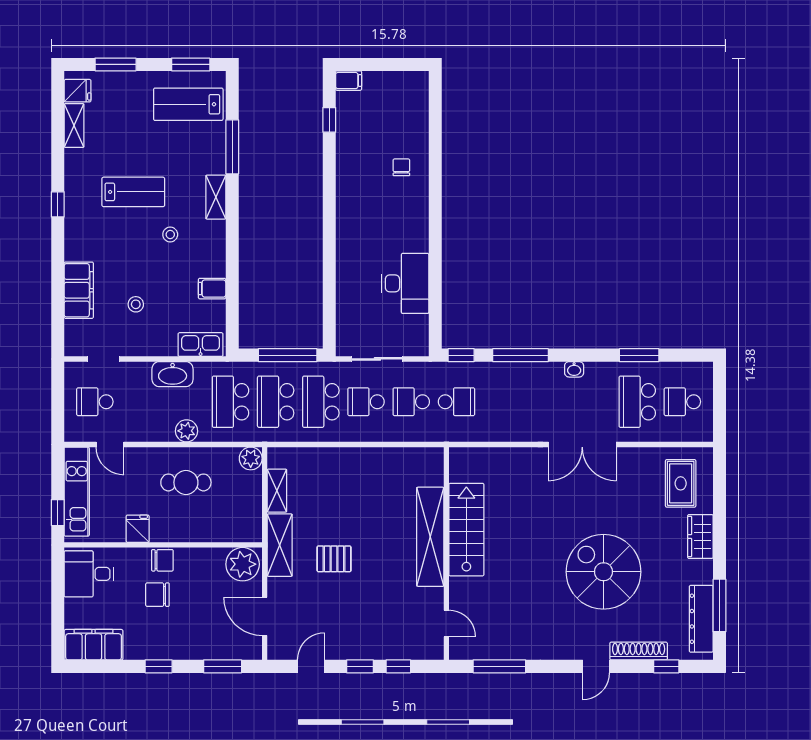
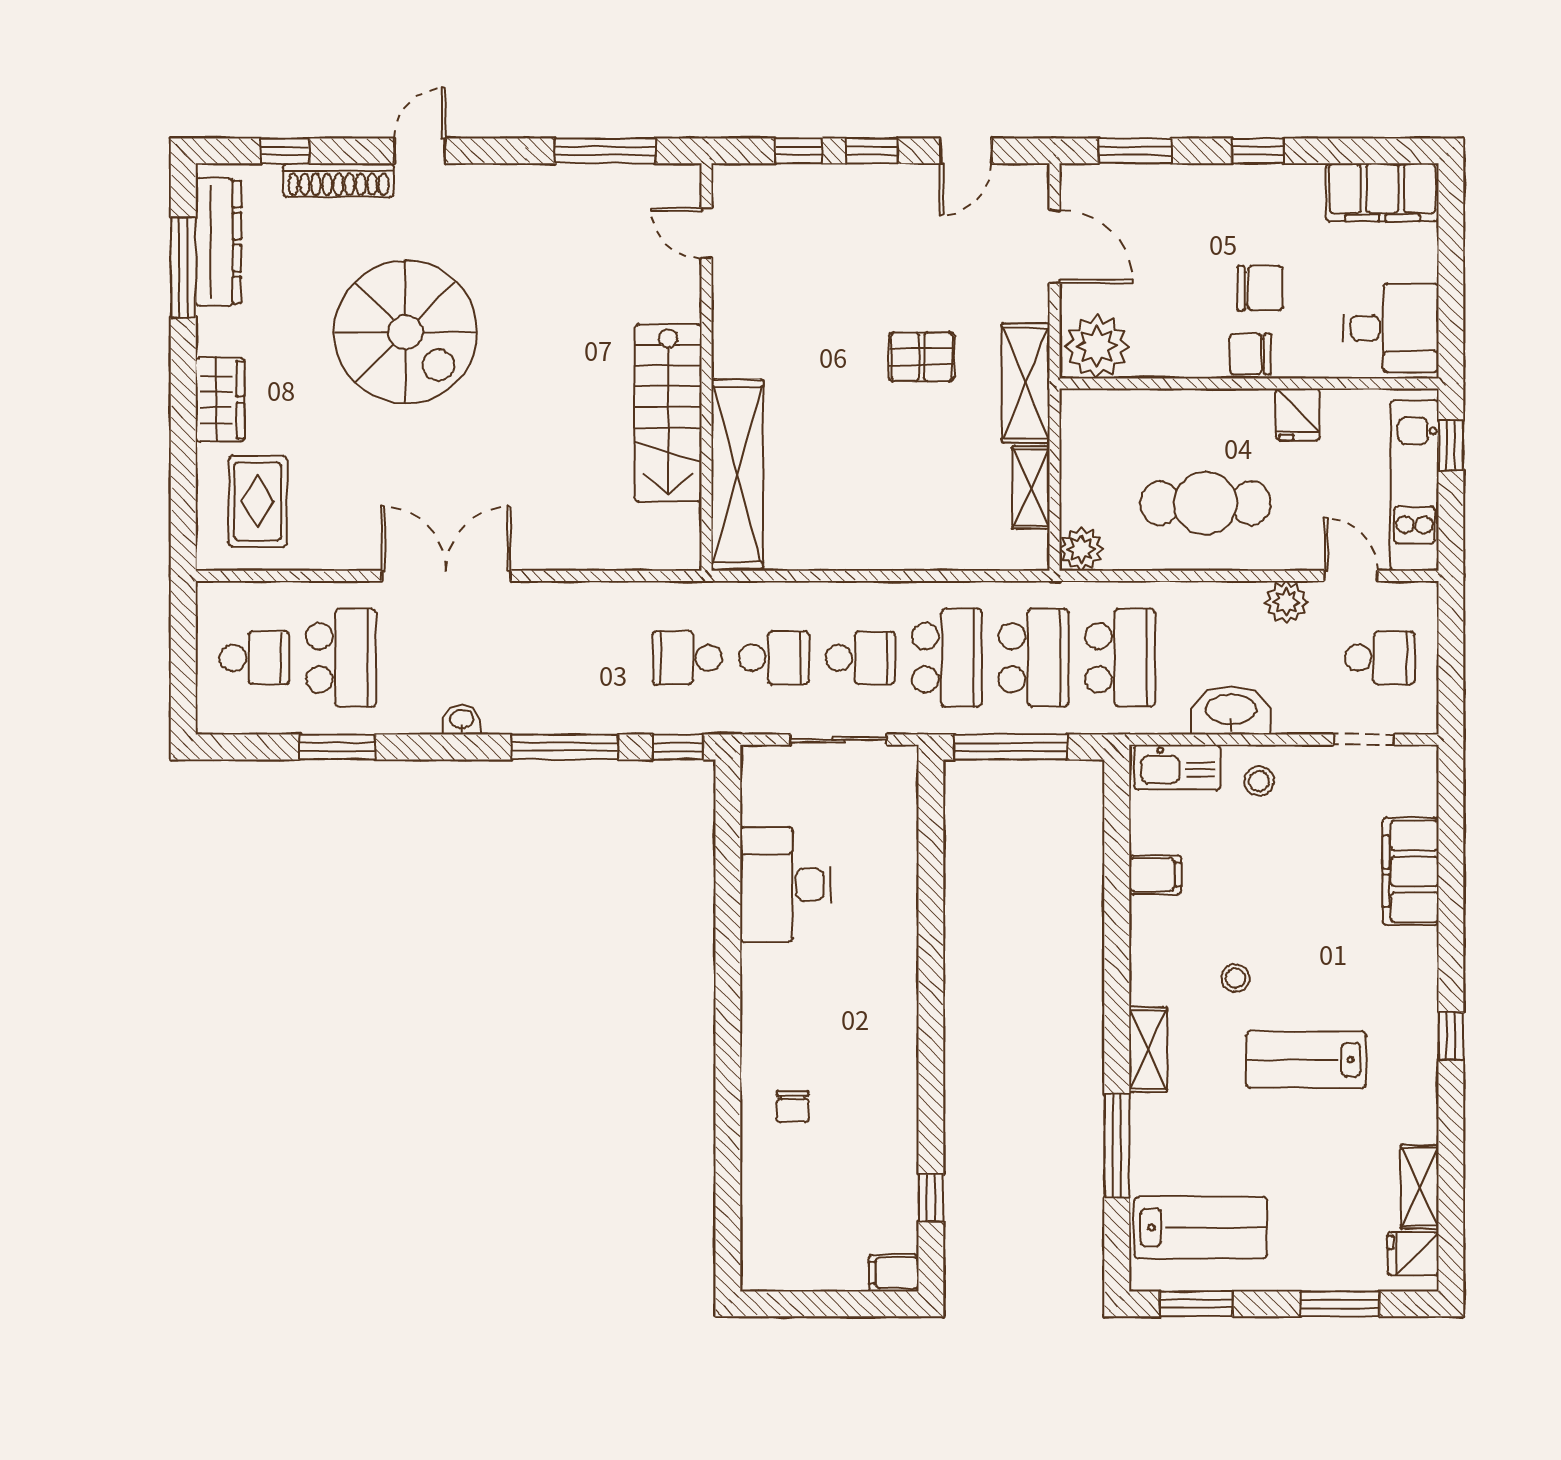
stool: (136, 304) -> (1259, 781), moved
plant: (187, 431) -> (1286, 602), moved
cafe table: (186, 482) -> (1205, 503), width x1.37, depth x1.35
shelving: (430, 537) -> (737, 474), moved

